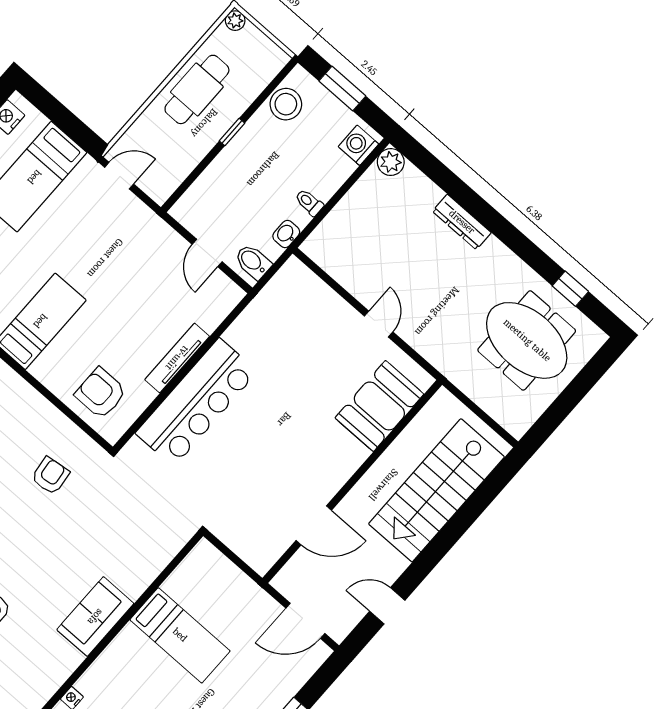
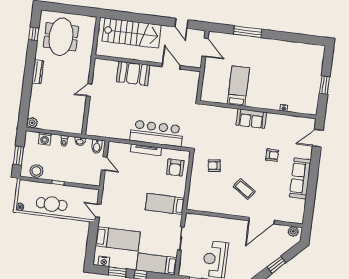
washing machine: (358, 145) -> (45, 139), moved
dresser: (462, 222) -> (38, 72), moved
door: (207, 253) -> (104, 164), hinge flipped
booth: (379, 406) -> (133, 73), moved

